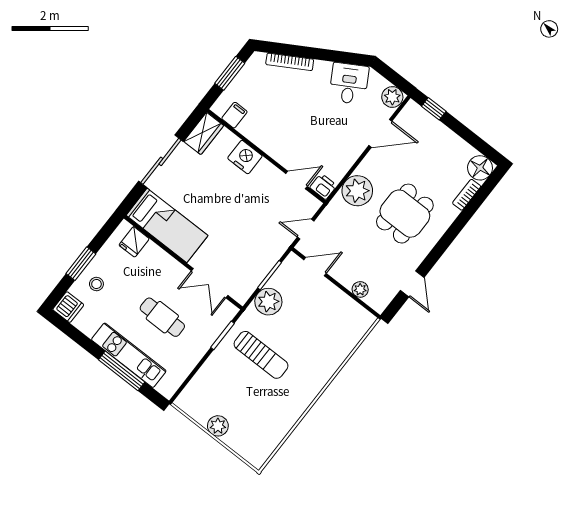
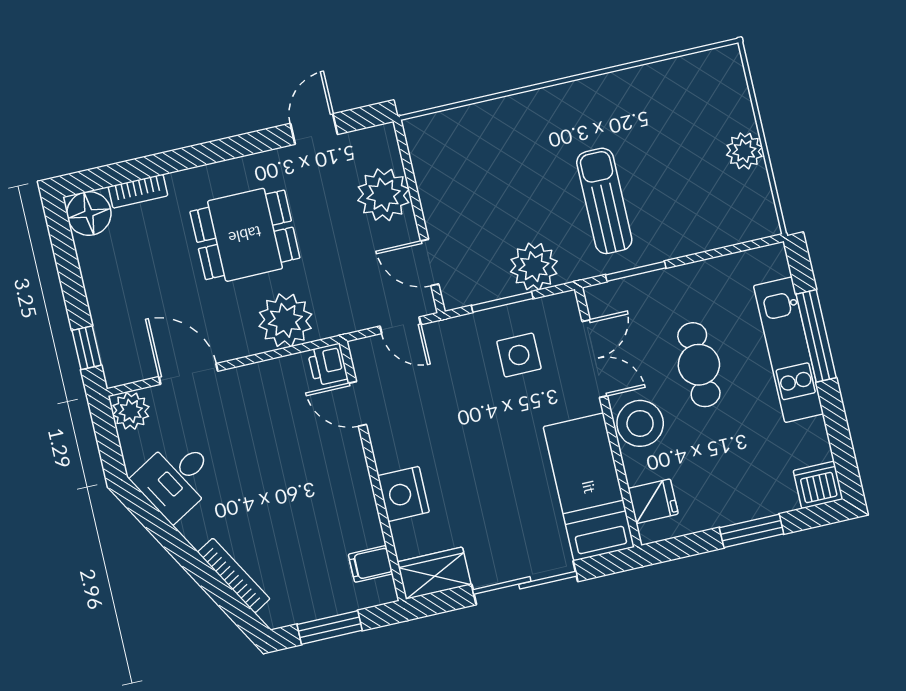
side table: (244, 258) -> (519, 355), added
stool: (96, 284) -> (640, 423), moved, width x1.89, depth x1.89
plant: (360, 289) -> (383, 195), width x1.87, depth x1.87

